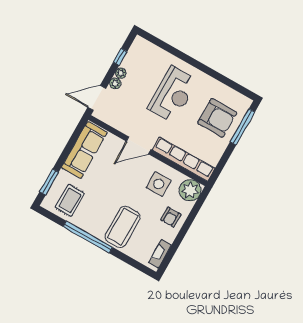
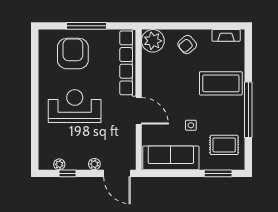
plant: (121, 73) -> (59, 164), moved
window: (243, 127) -> (86, 26), moved
side table: (159, 184) -> (191, 125), moved, width x0.54, depth x0.54
armchair: (171, 217) -> (187, 45), turned 140

